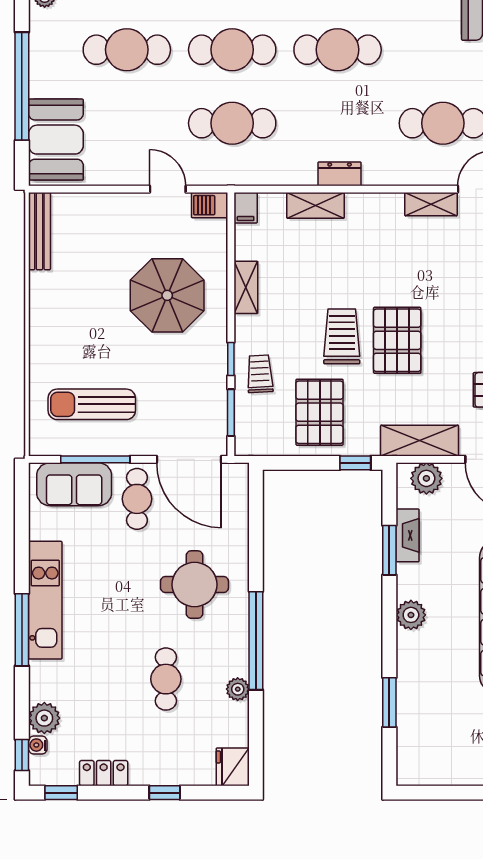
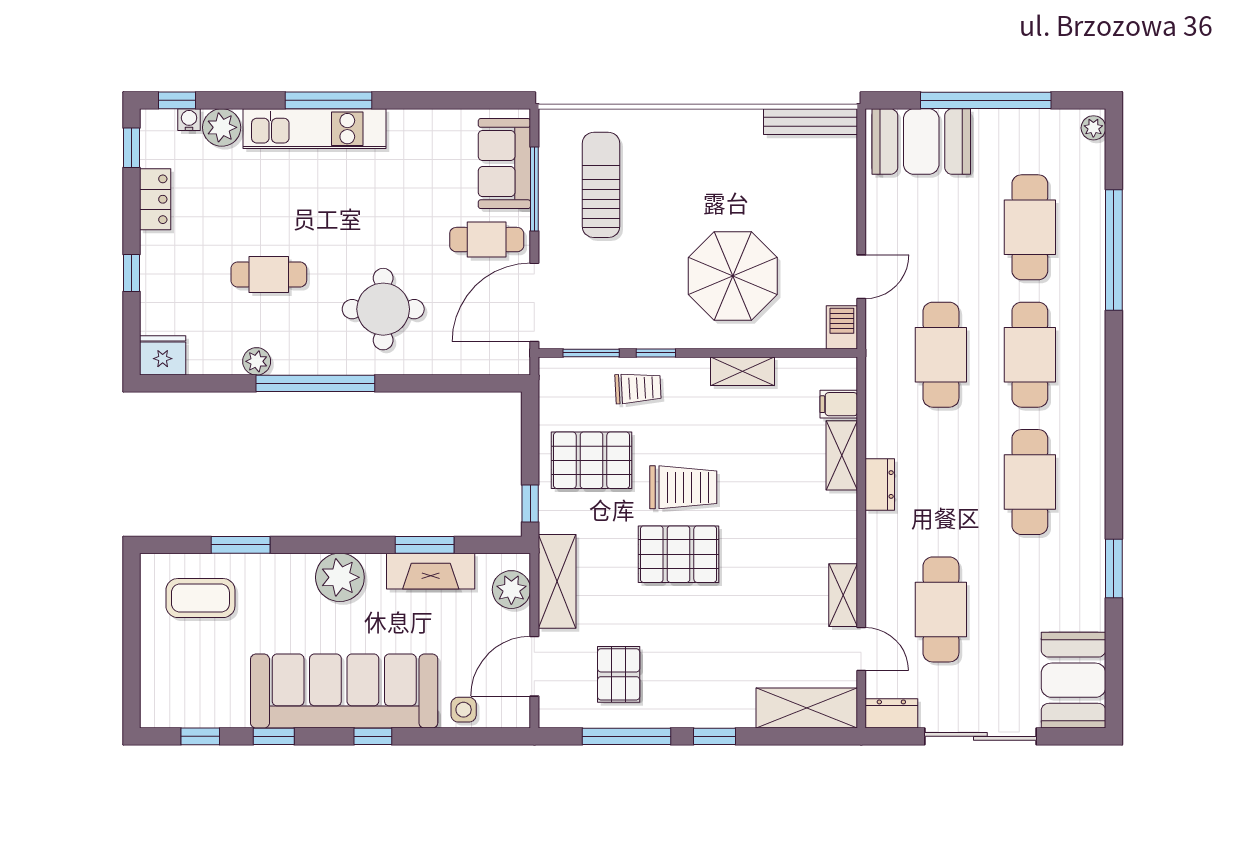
filing cabinet: (246, 208) -> (839, 404), moved
fireplace: (408, 535) -> (431, 571), width x1.37, depth x1.32
kitchen unit: (45, 600) -> (314, 129), moved
plant: (411, 615) -> (340, 577), width x1.36, depth x1.36
coffee table: (433, 736) -> (200, 598), added

